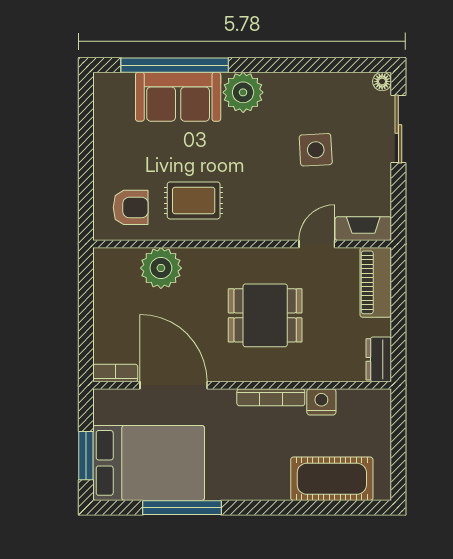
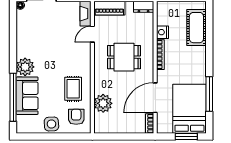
side table: (316, 150) -> (51, 124), moved
door: (317, 244) -> (92, 34), hinge flipped
dining table: (265, 315) -> (124, 57), turned 90

